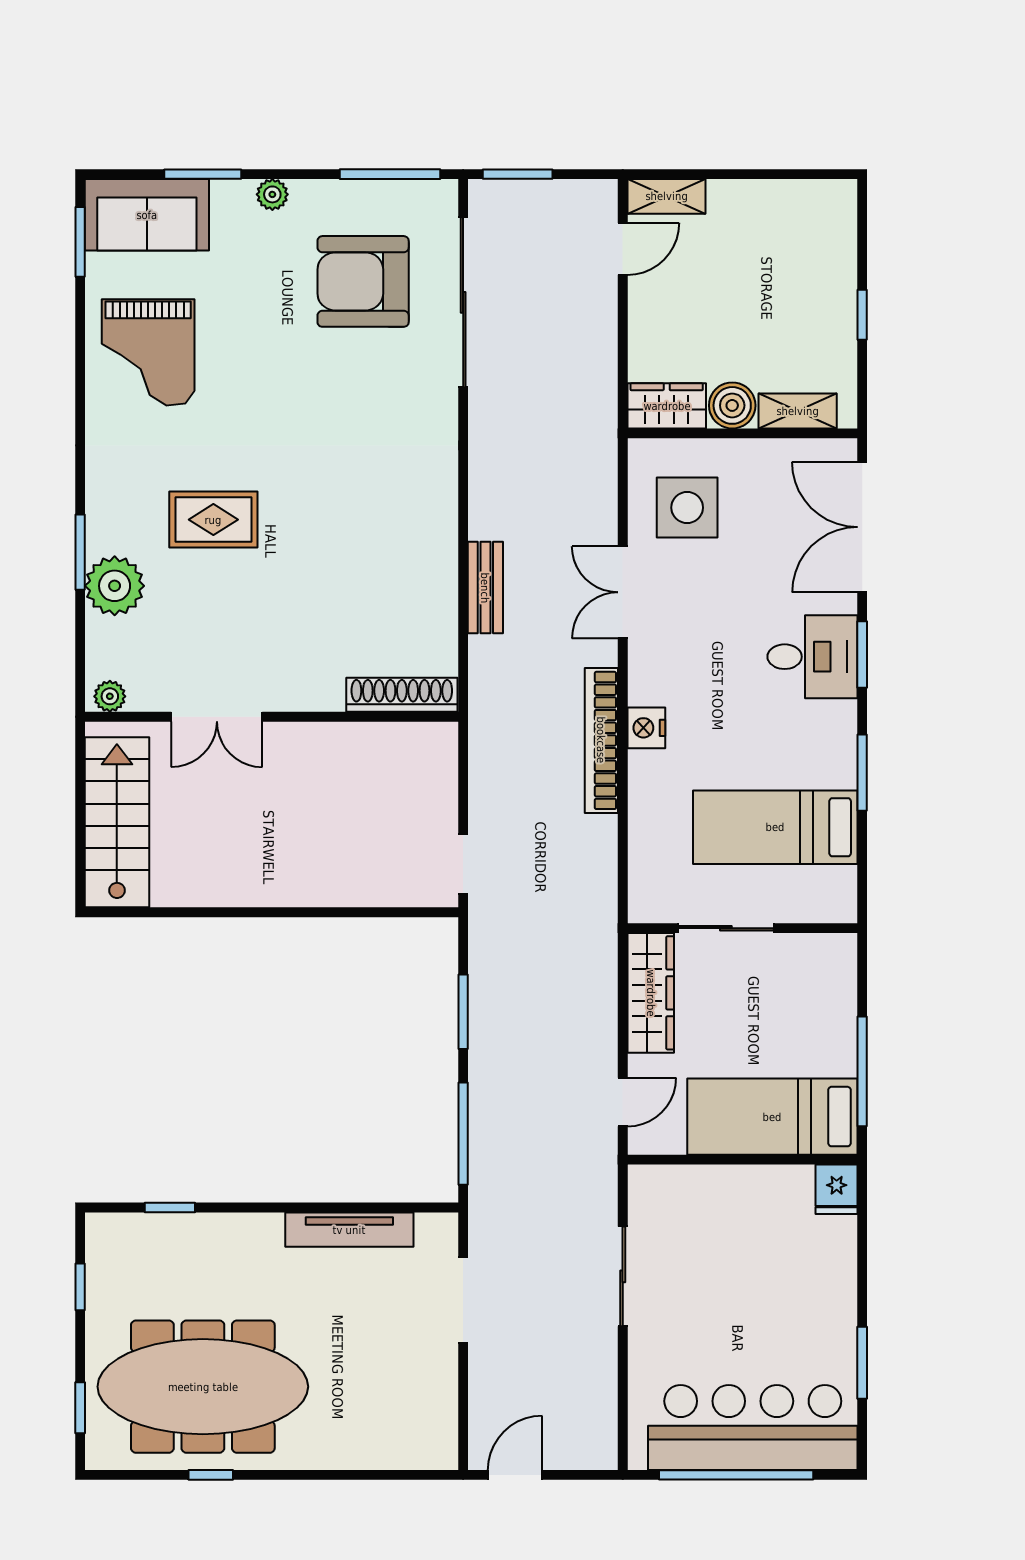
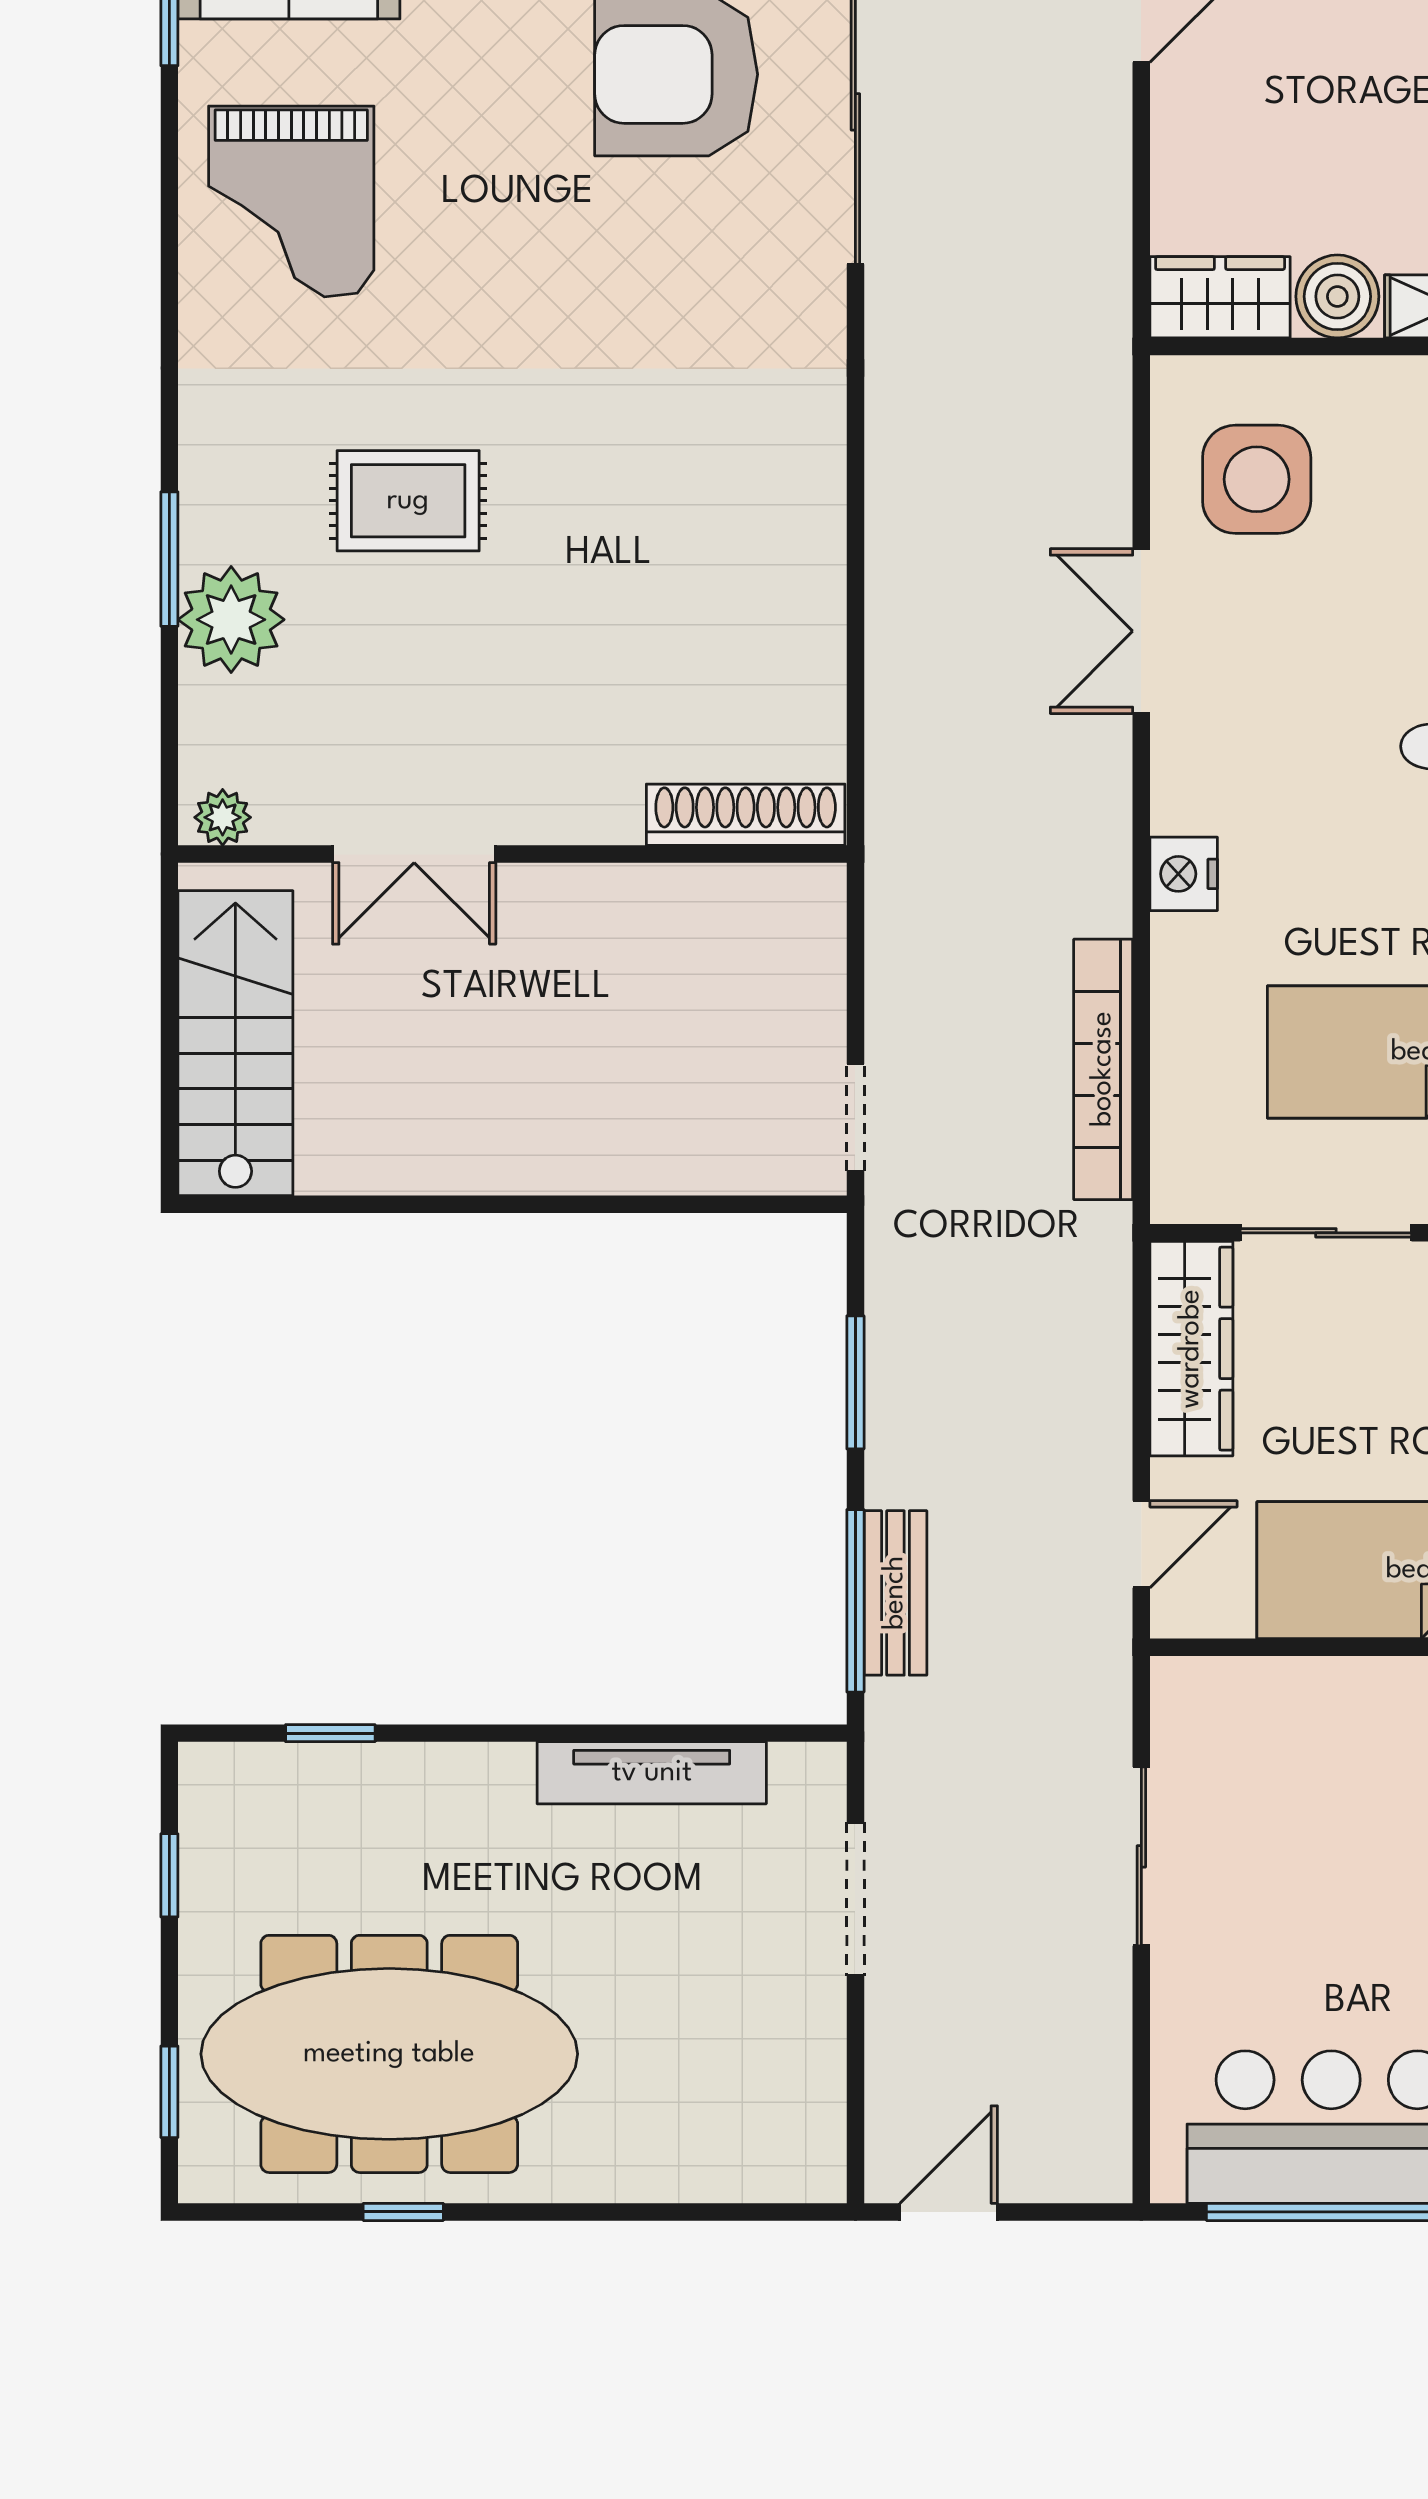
bench: (485, 588) -> (895, 1593), moved
bookcase: (601, 740) -> (1103, 1069), moved

